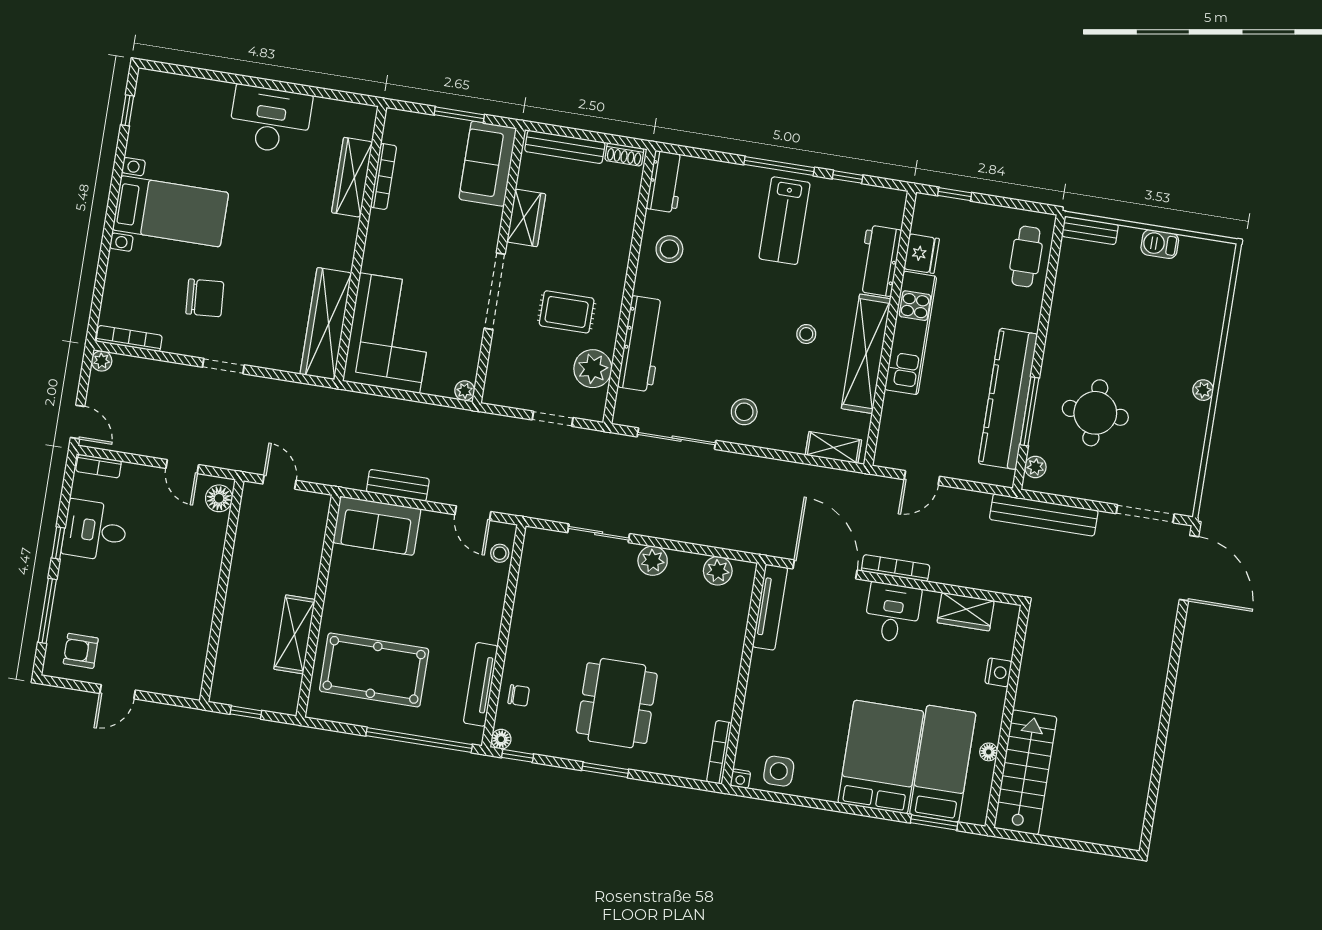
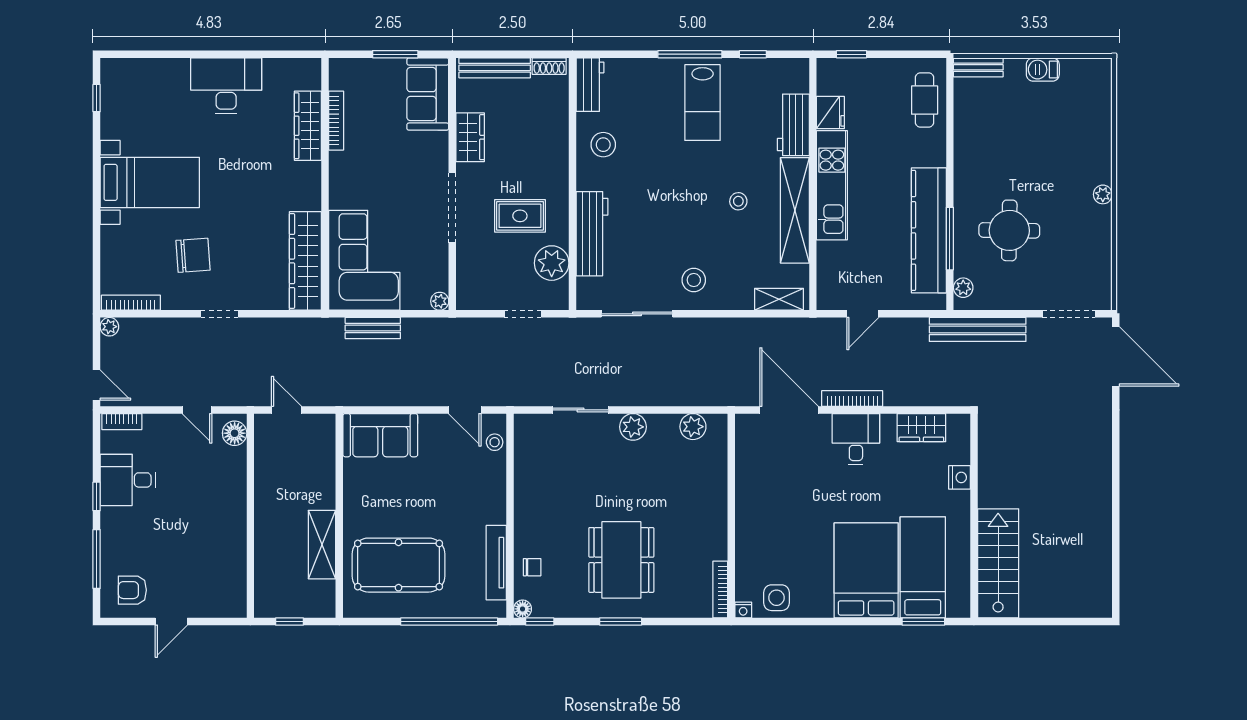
bench: (398, 485) -> (373, 328), moved
tv unit: (770, 607) -> (745, 452), removed
floor lamp: (989, 752) -> (962, 550), removed

